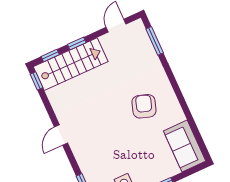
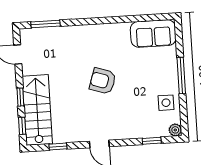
window: (36, 81) -> (58, 146), moved
armchair: (144, 106) -> (103, 81), moved

